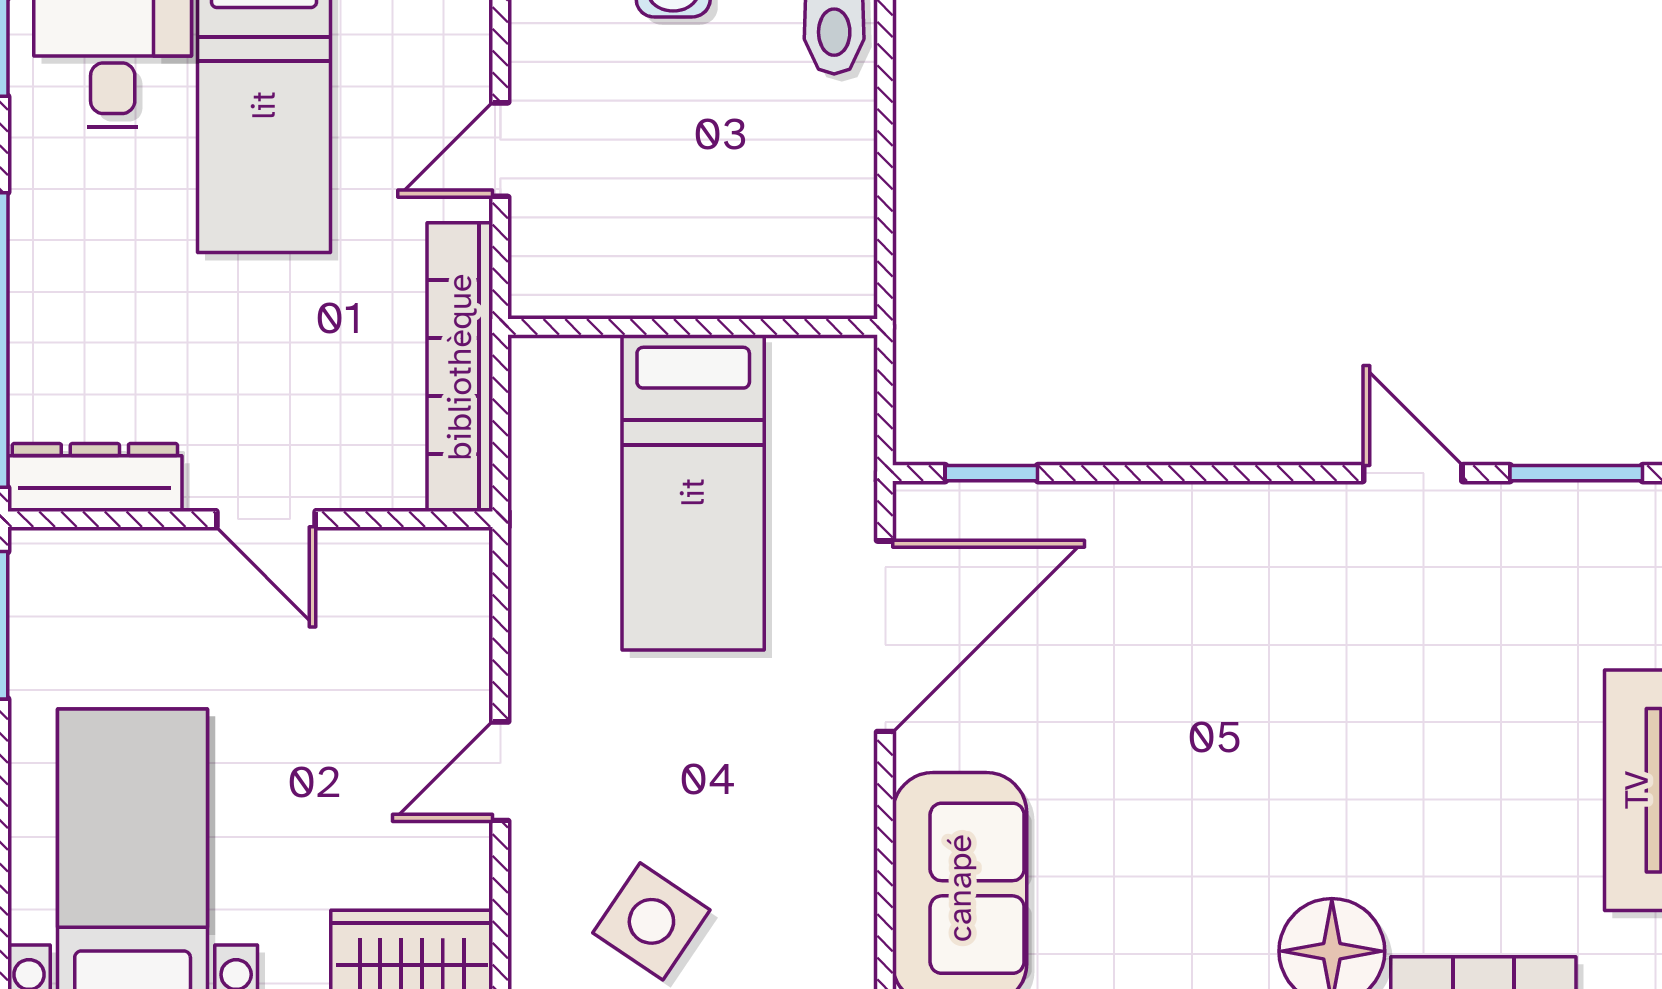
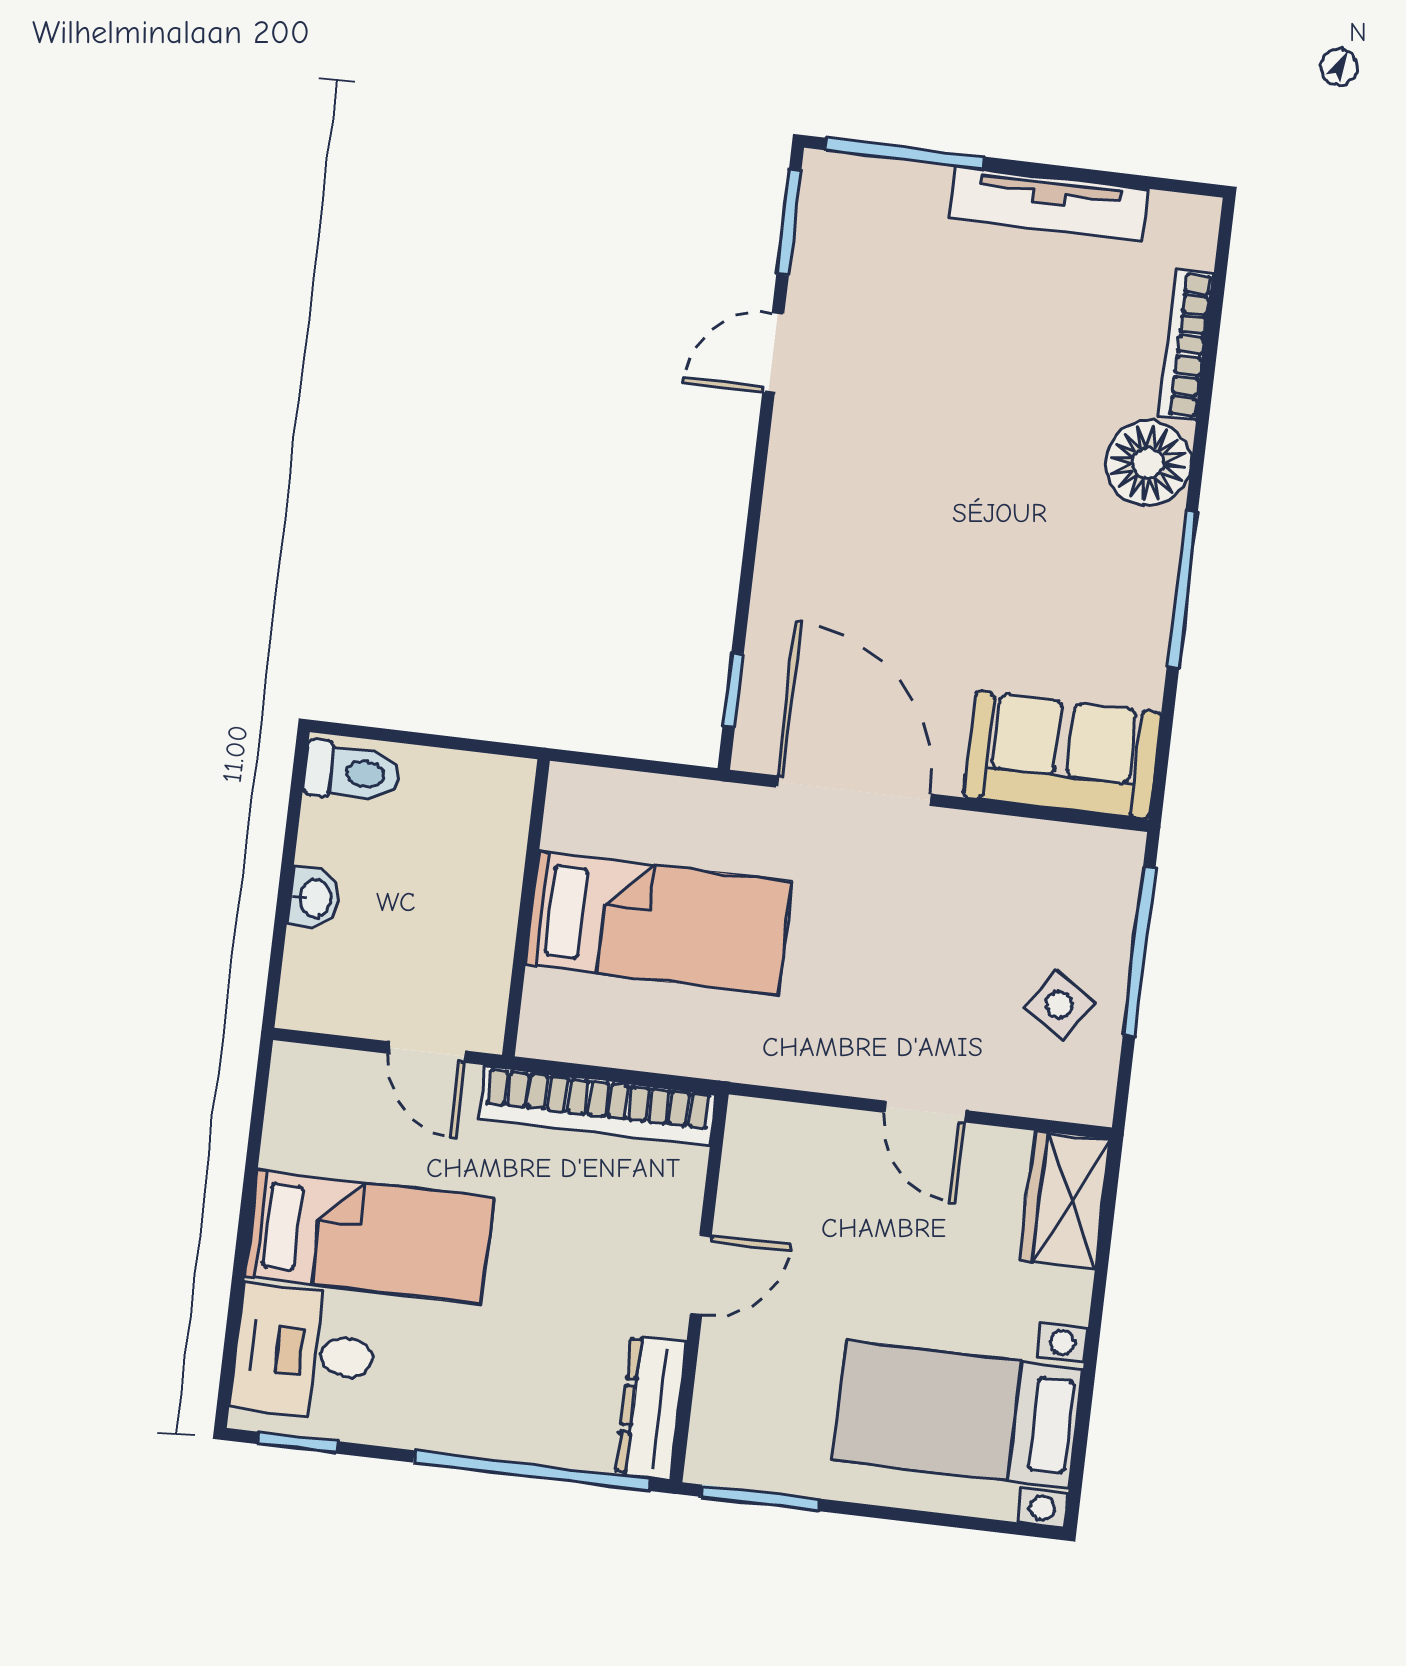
wall: (693, 327) -> (526, 908), moved
bed: (693, 492) -> (658, 923), moved
side table: (651, 921) -> (1059, 1005), width x0.73, depth x0.73

